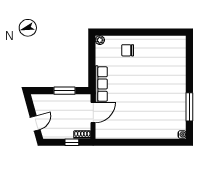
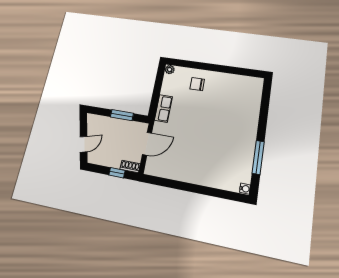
row of seats: (101, 84) -> (163, 108), width x0.68

